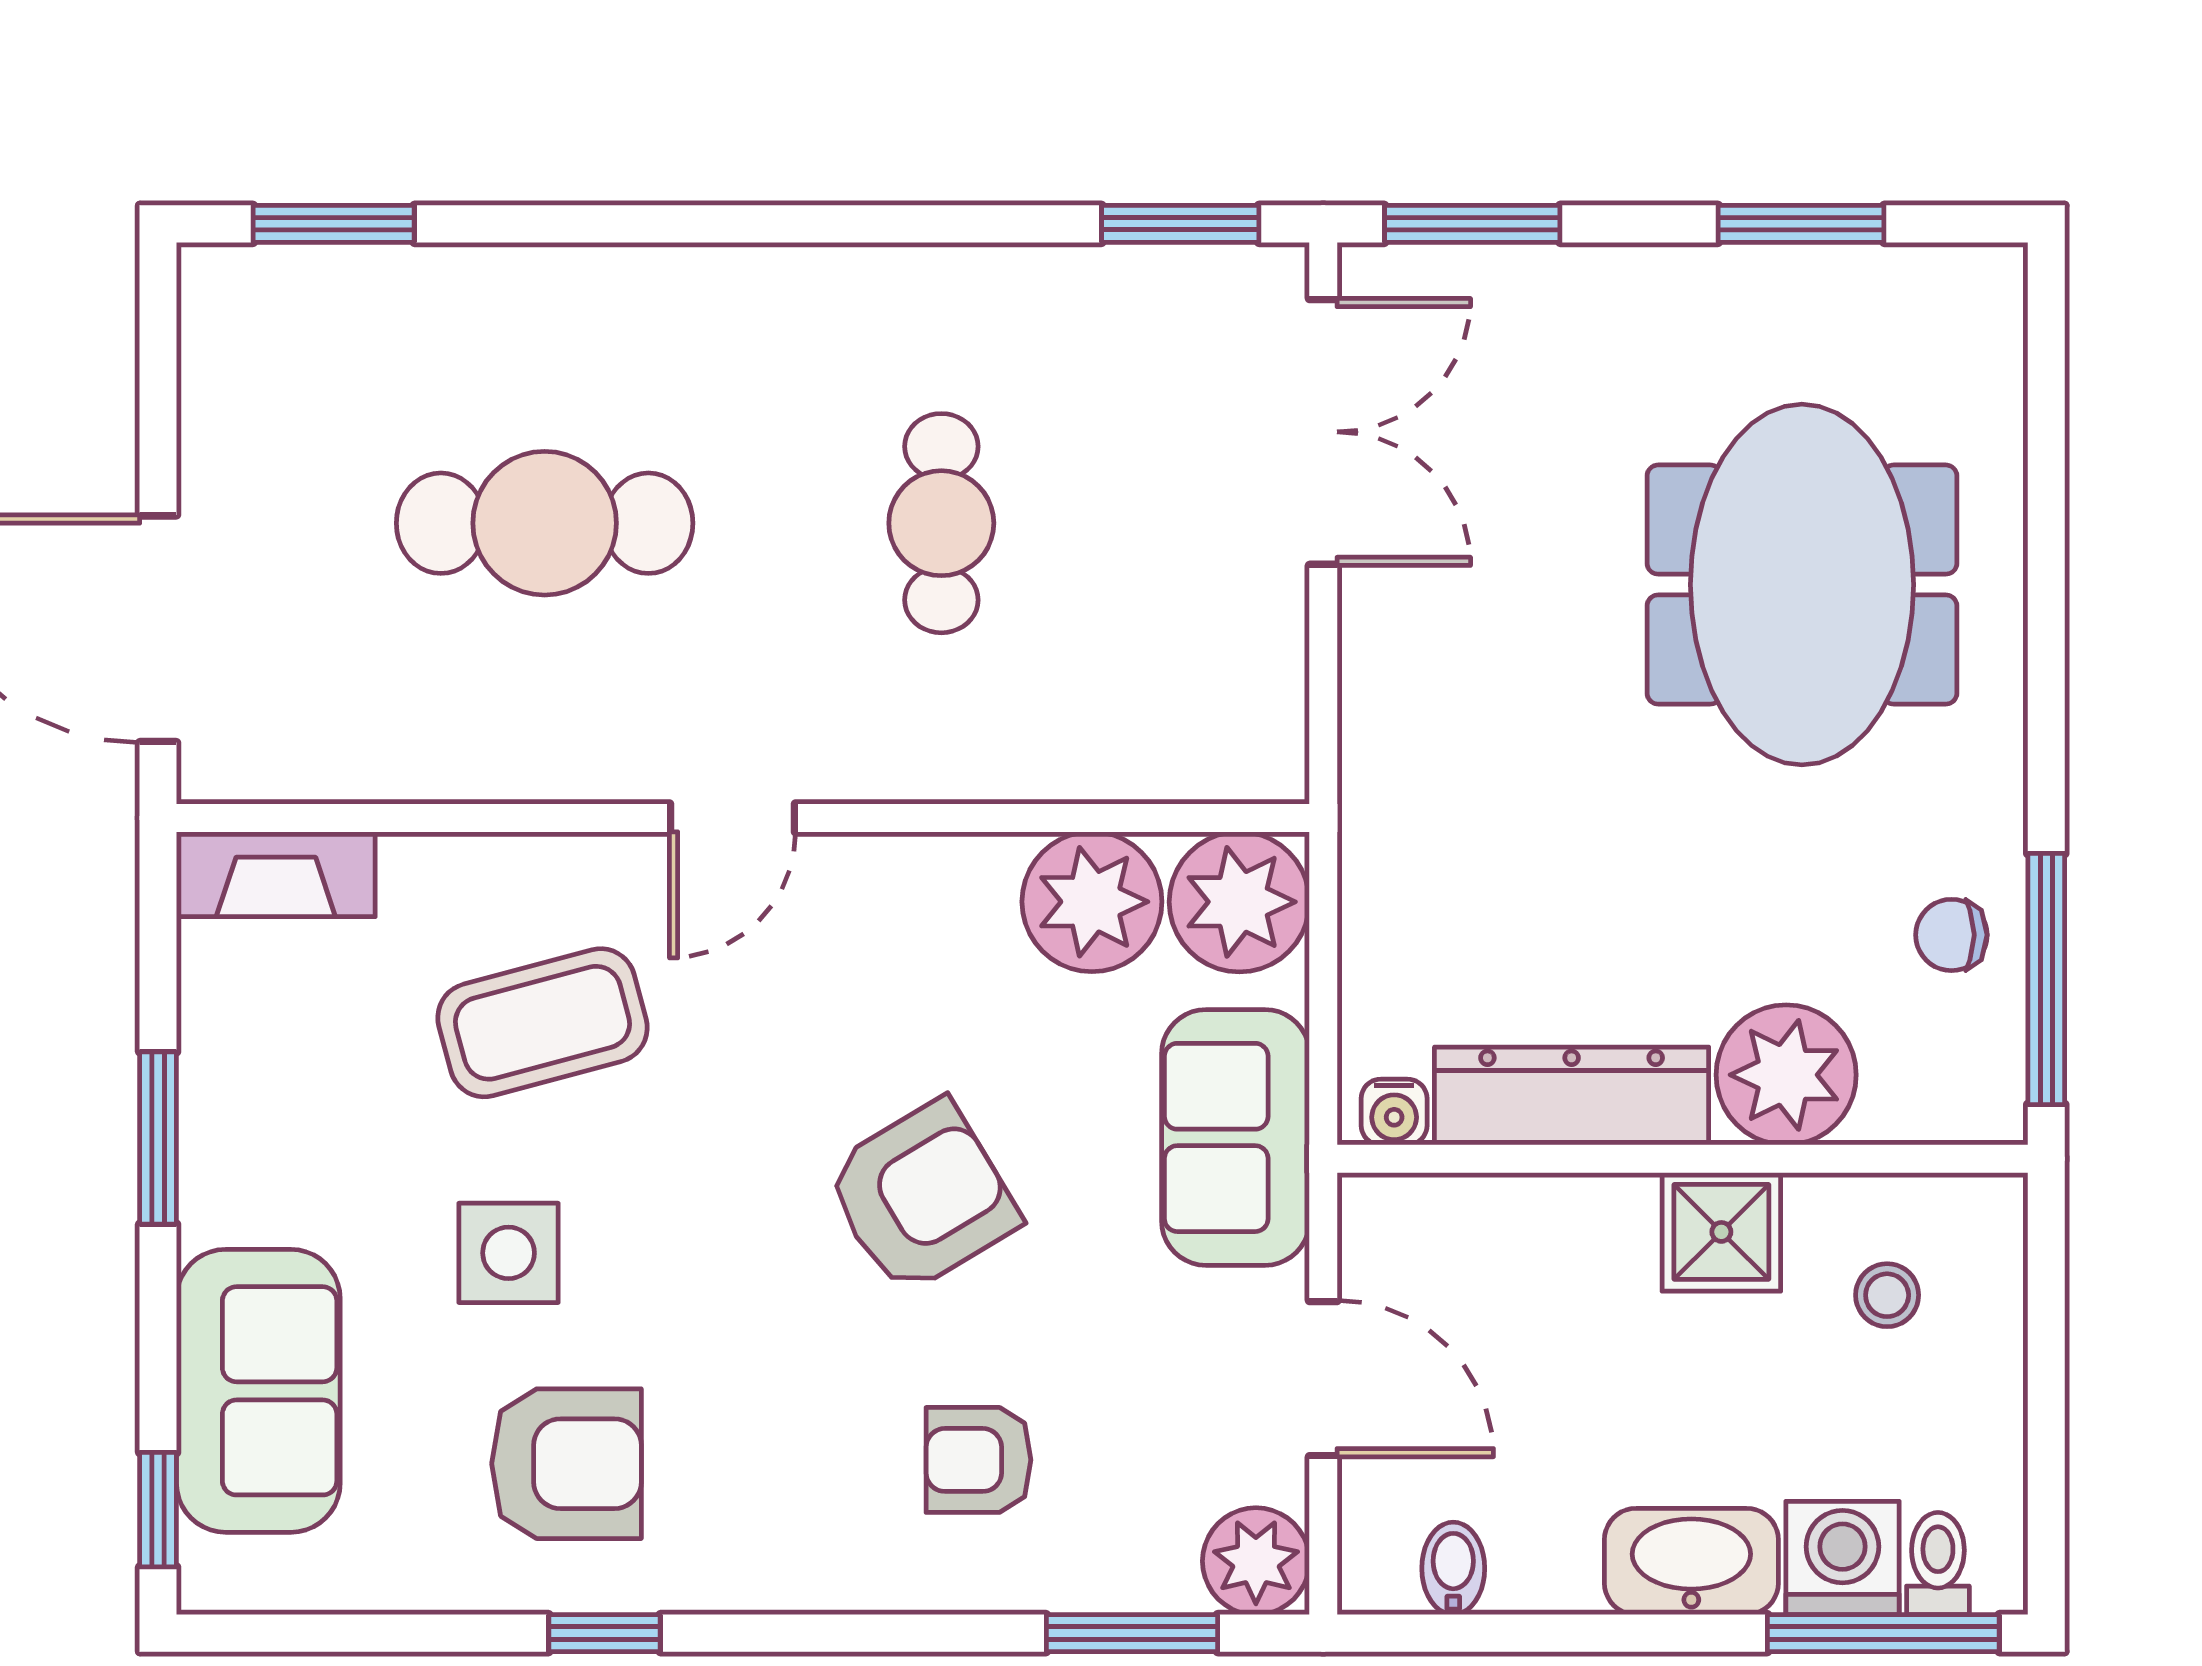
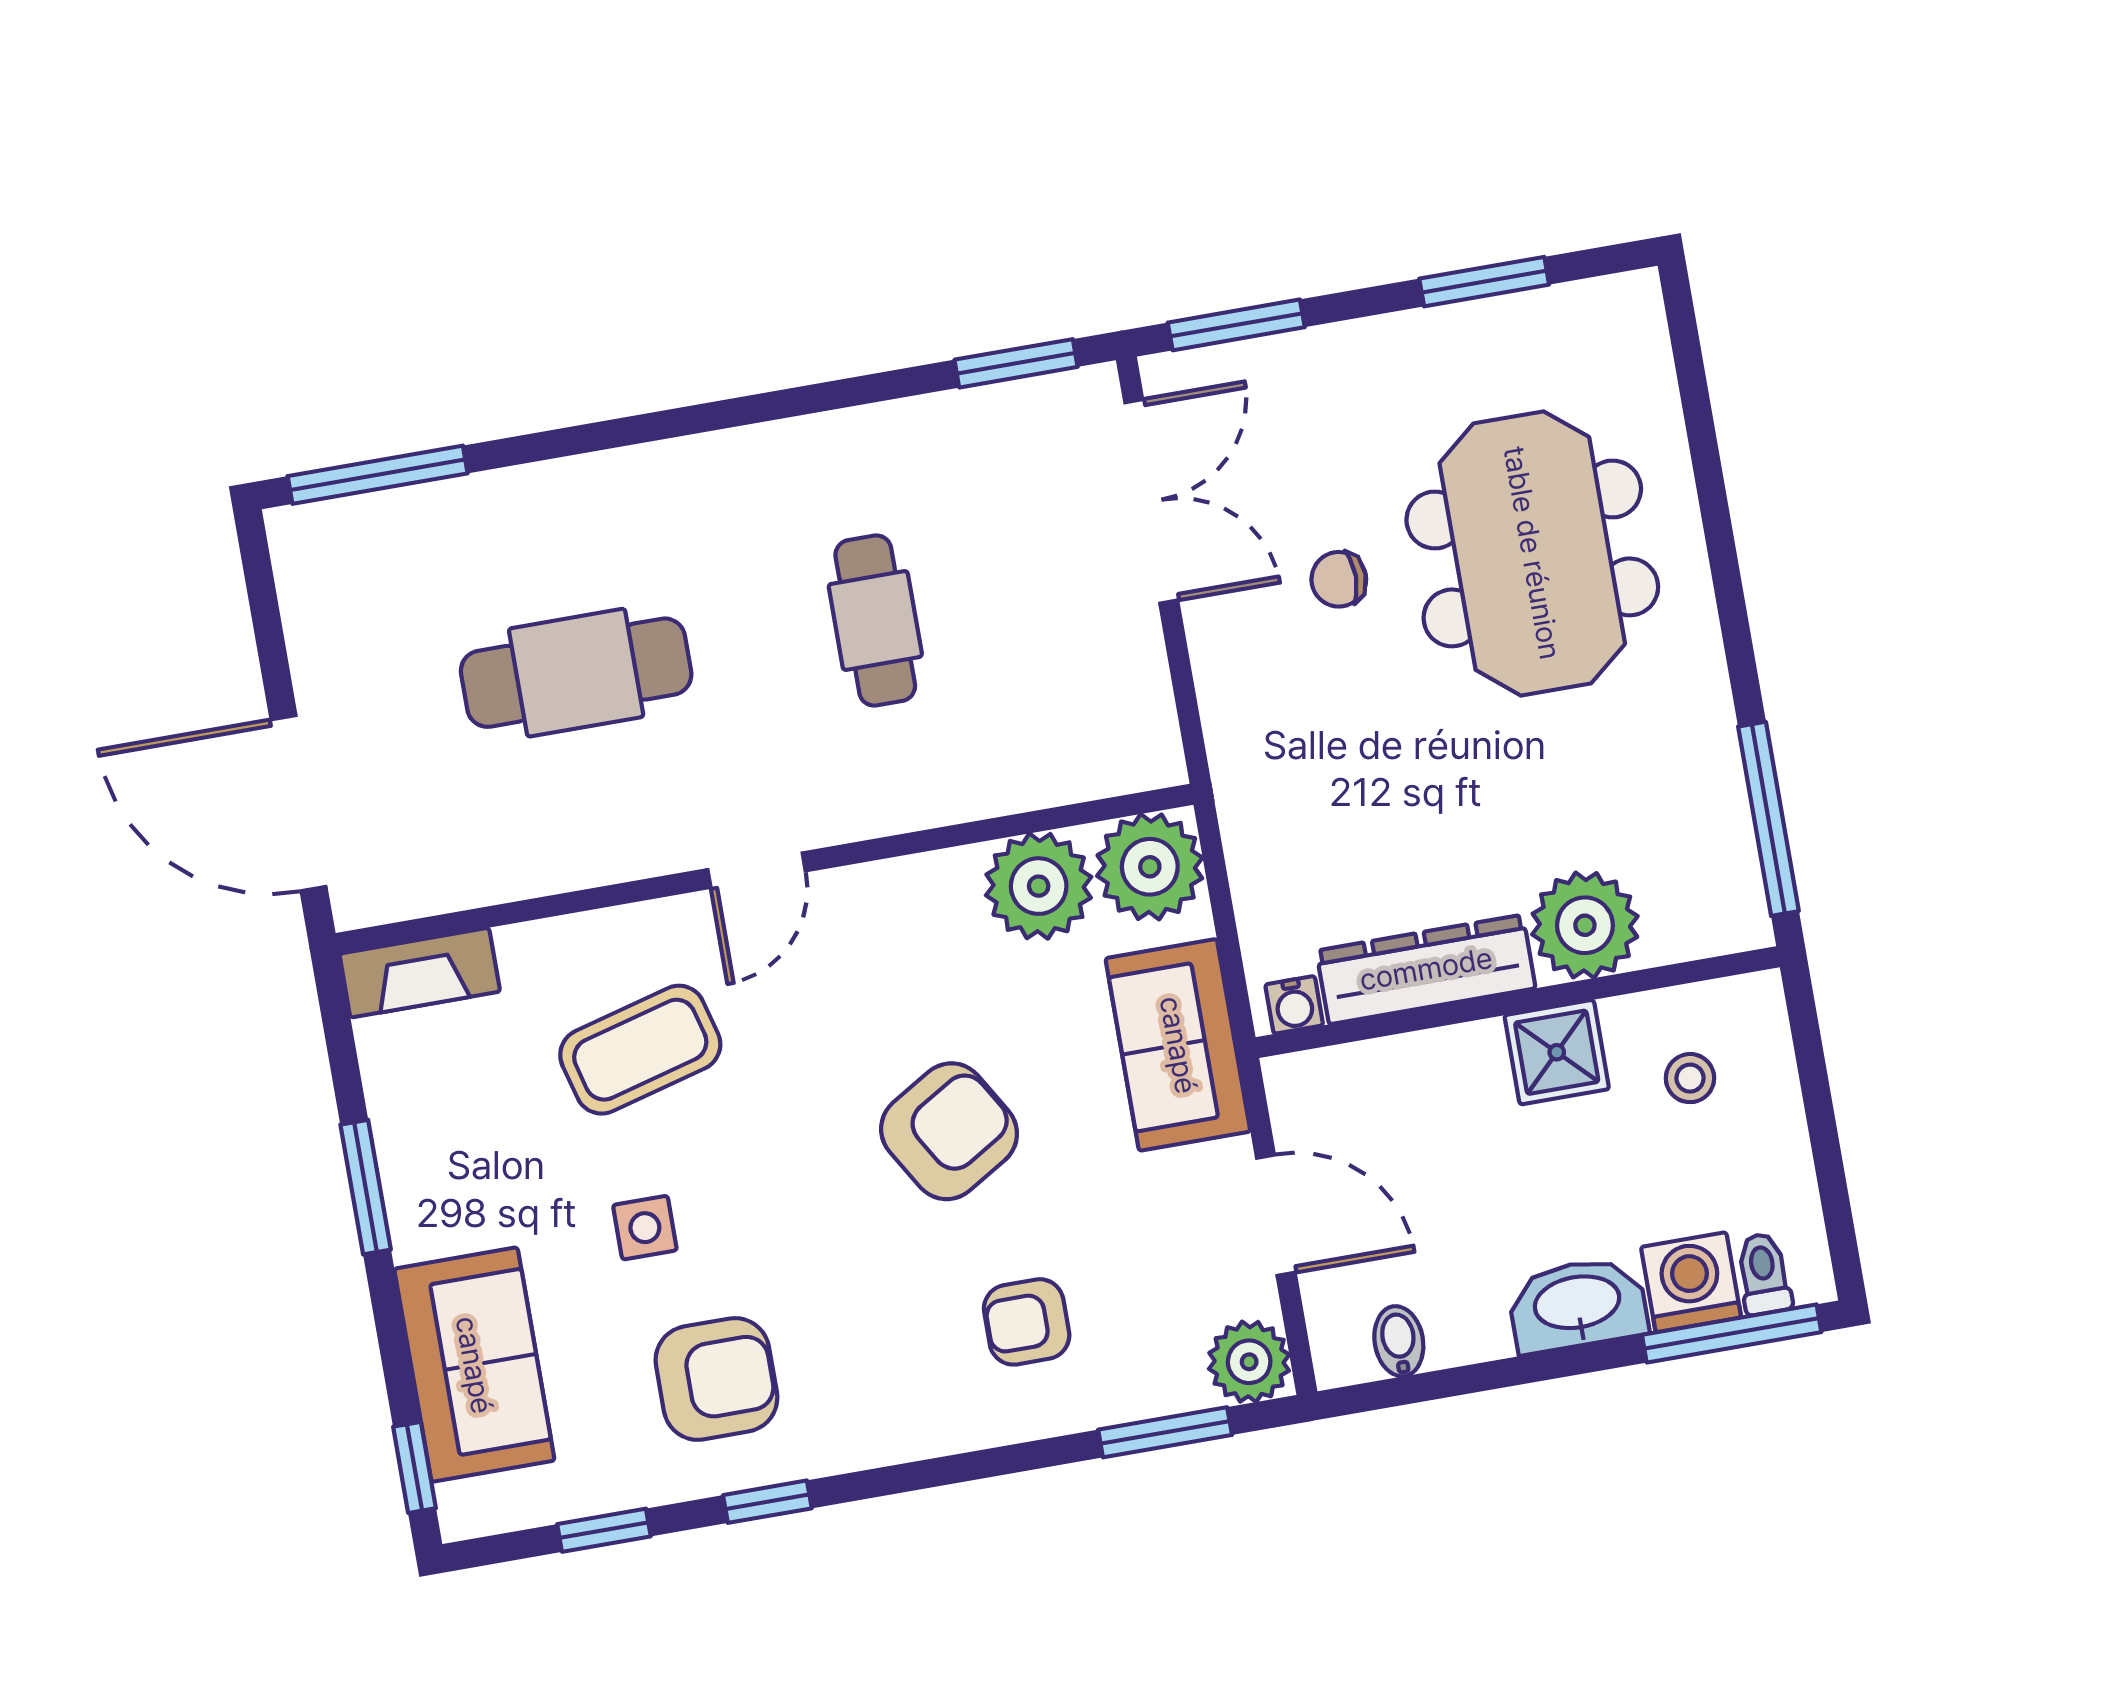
window: (334, 224) -> (378, 475), width x1.44
chair: (1951, 935) -> (1339, 579), moved
side table: (509, 1253) -> (645, 1228), width x0.73, depth x0.73
window: (388, 1633) -> (604, 1530), added

